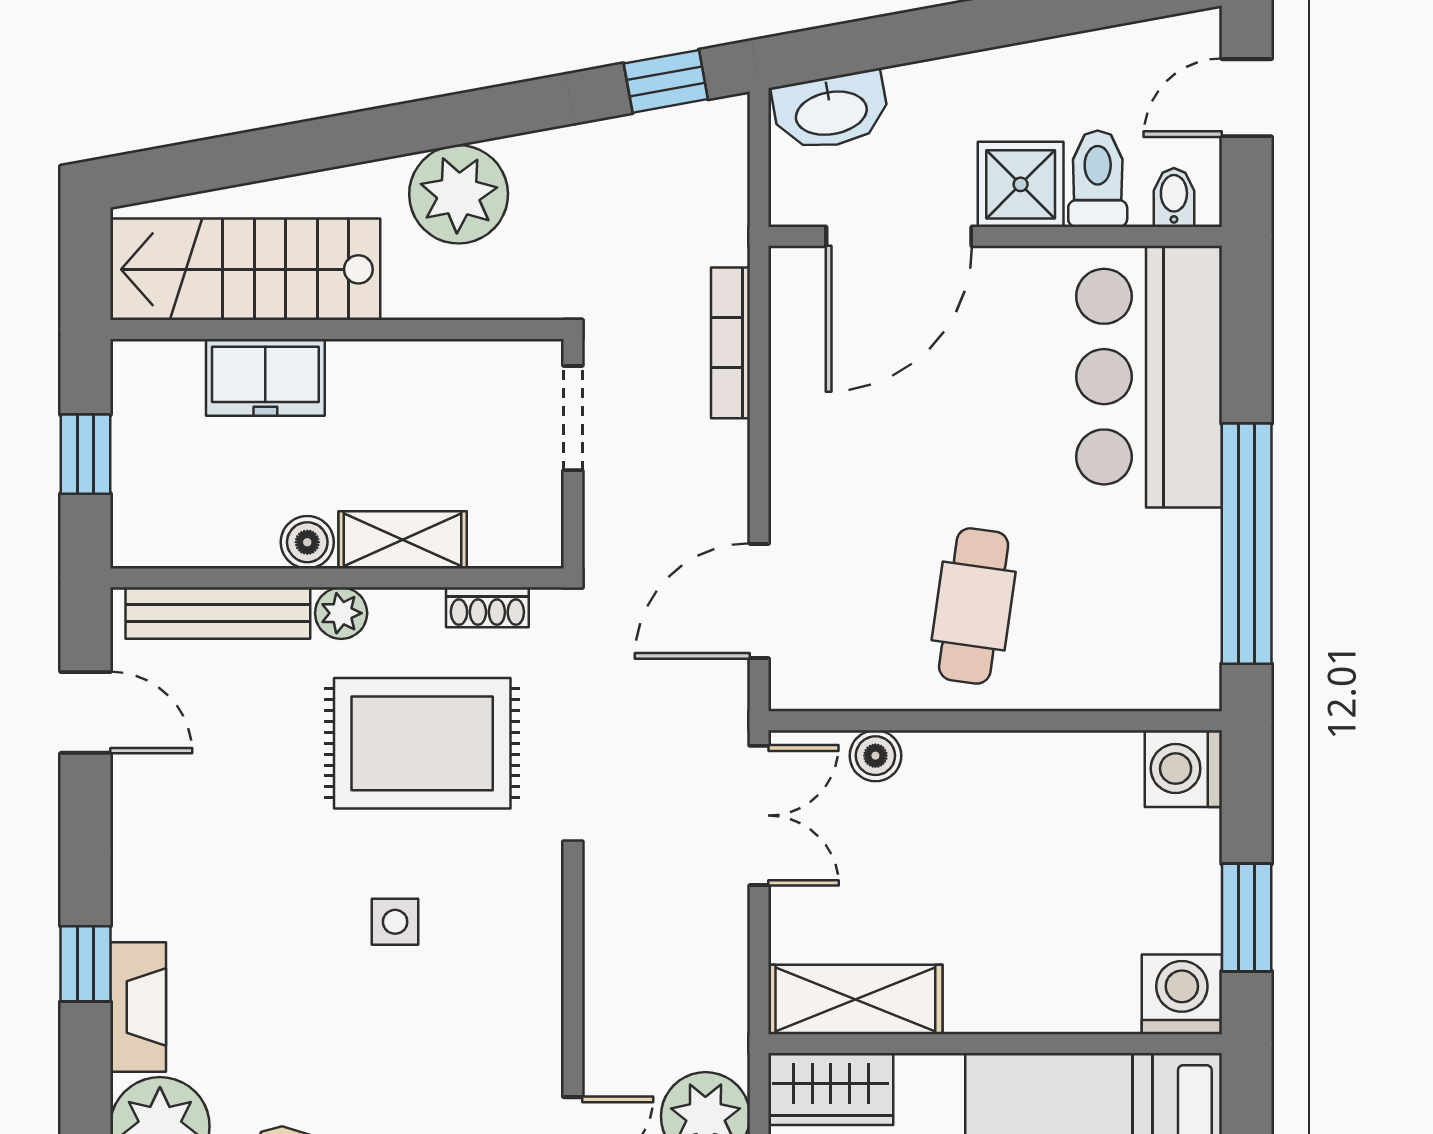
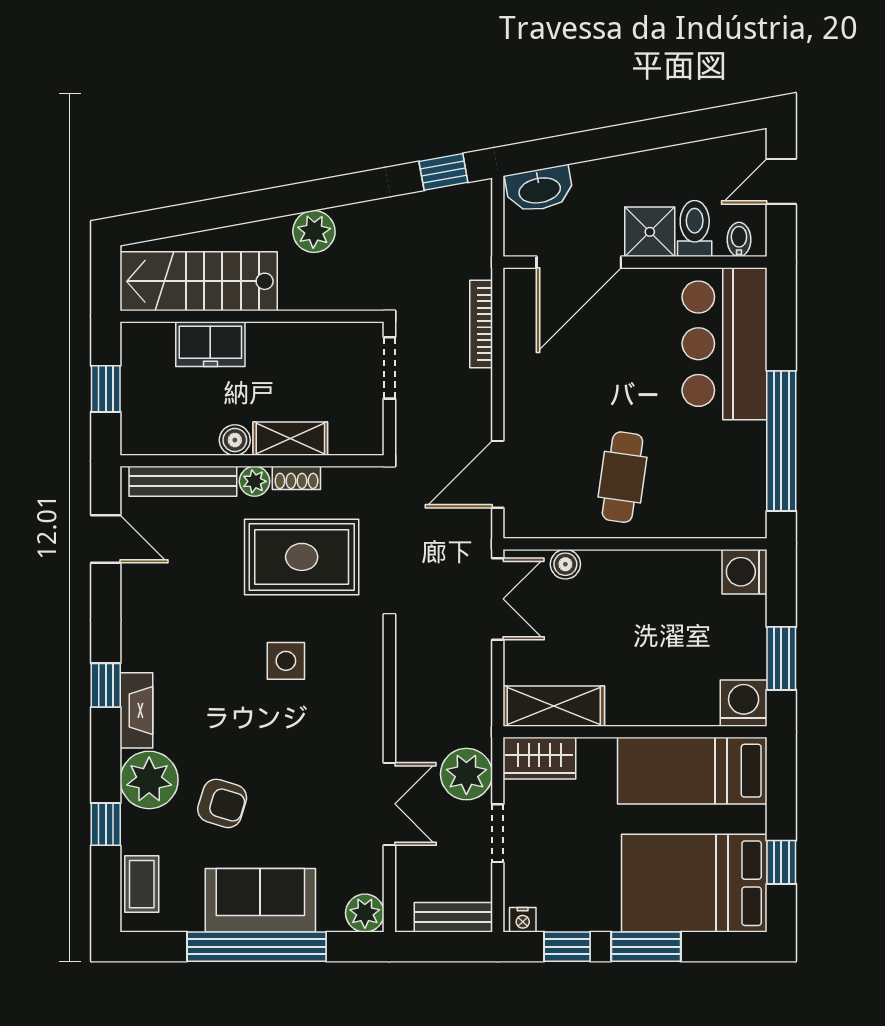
plant: (459, 194) -> (314, 231), width x0.73, depth x0.73
shoe rack: (487, 607) -> (296, 478), moved
side table: (395, 922) -> (286, 661), width x1.37, depth x1.37

